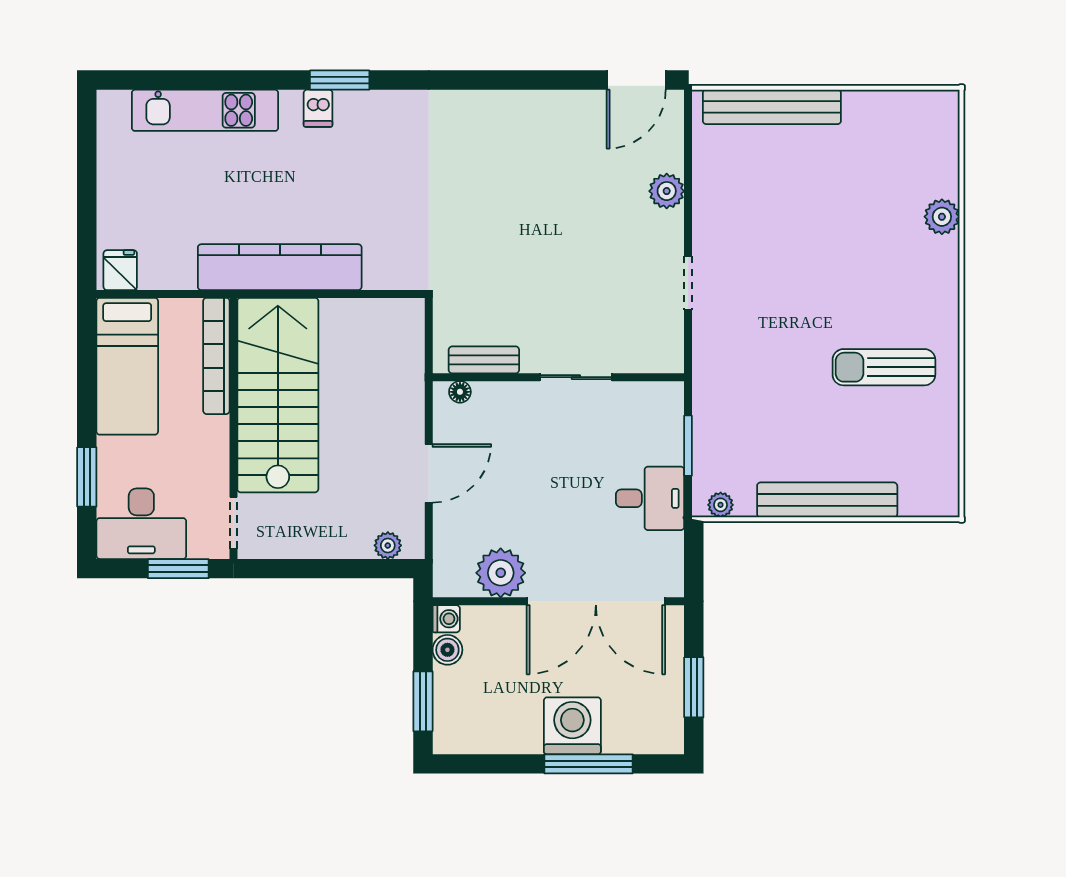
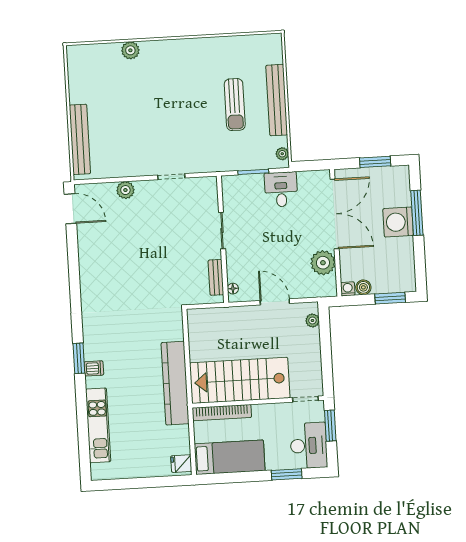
sun lounger: (884, 367) -> (235, 105), moved

